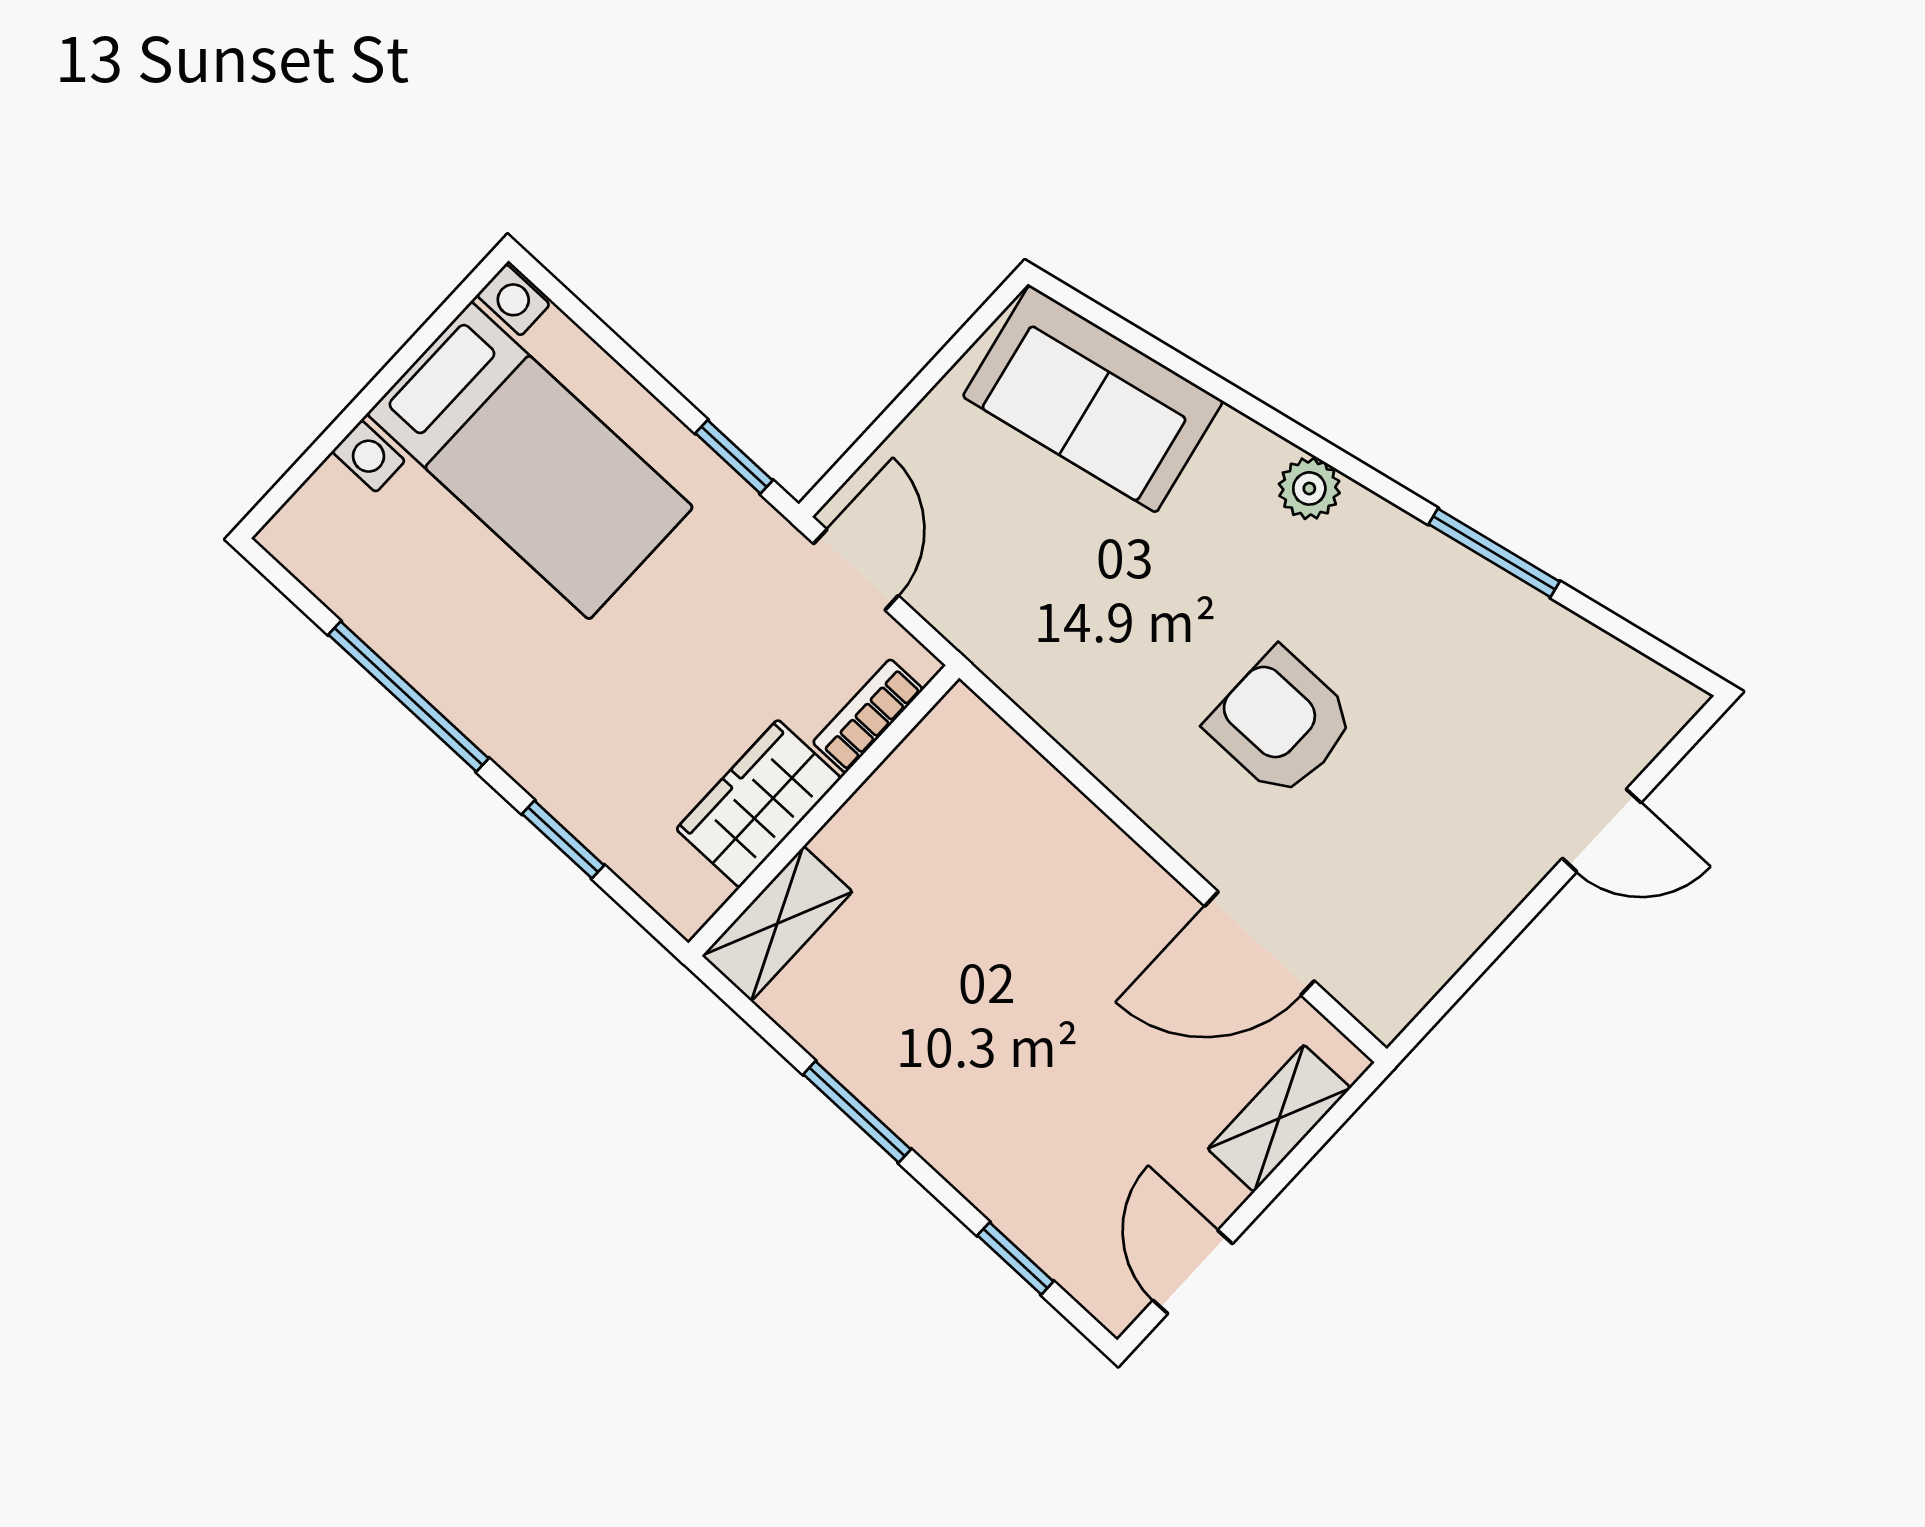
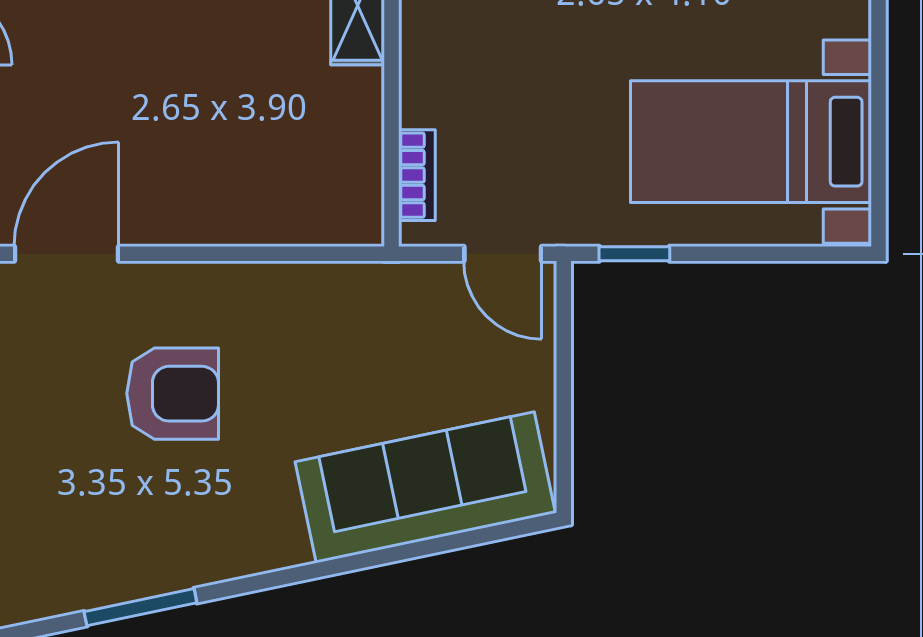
sofa: (1093, 399) -> (425, 487), width x1.36
plant: (1309, 488) -> (283, 545), removed
wardrobe: (759, 804) -> (433, 65), removed

